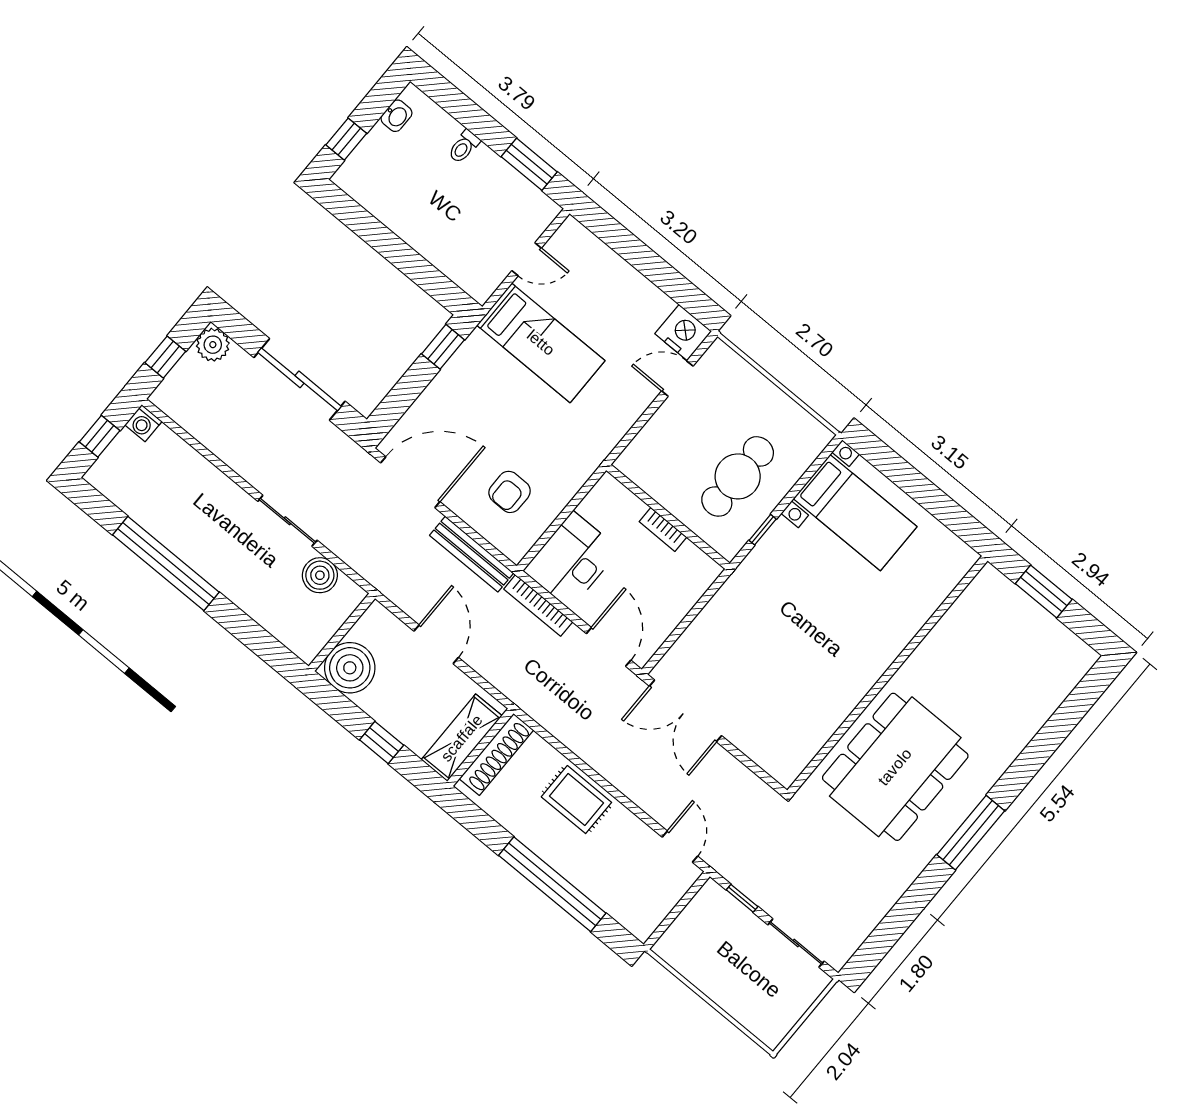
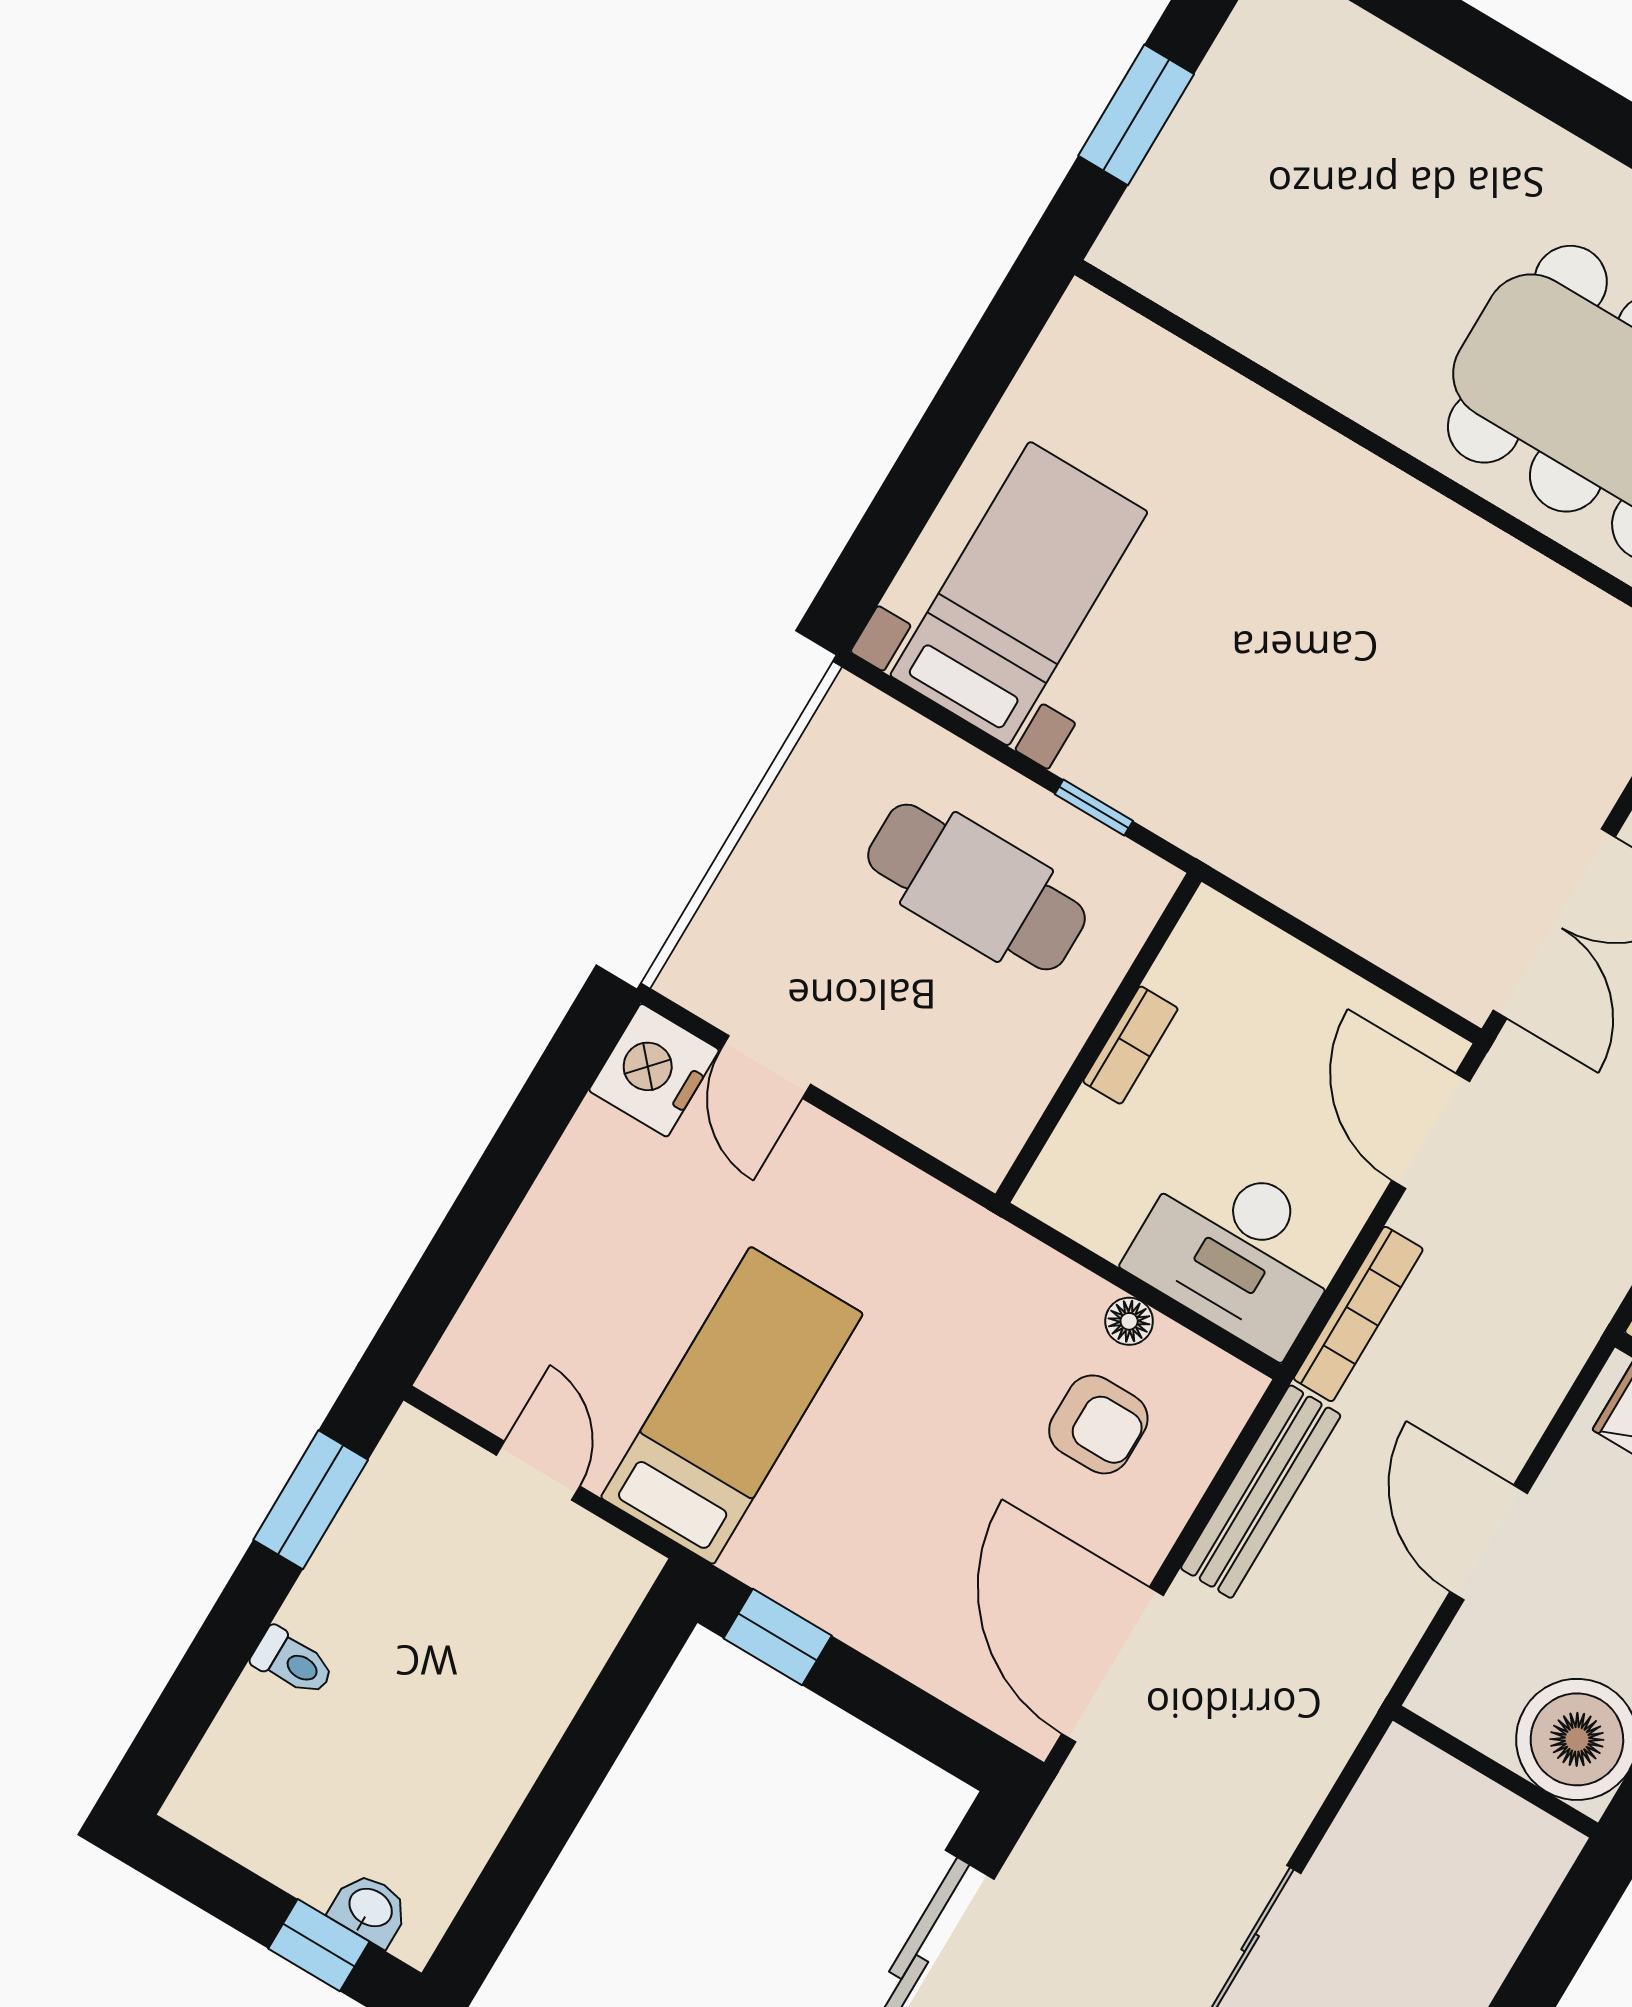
washbasin: (396, 116) -> (370, 1909), moved
floor lamp: (550, 511) -> (1129, 1321), added
boiler: (320, 575) -> (1368, 1845), removed
door: (436, 644) -> (1489, 1543), hinge flipped
door: (609, 647) -> (1431, 1131), hinge flipped

